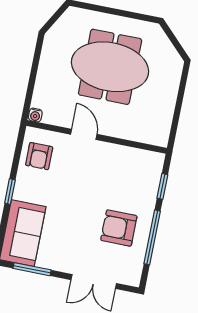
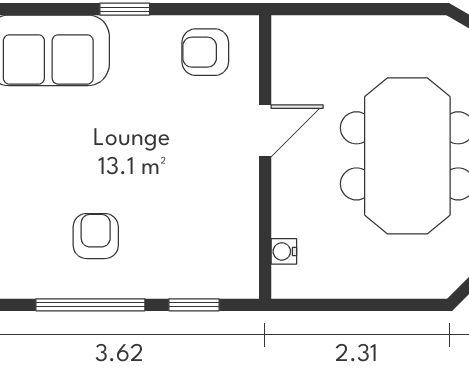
water cooler: (35, 115) -> (284, 251), moved
armchair: (119, 228) -> (96, 236), width x0.72, depth x0.72

